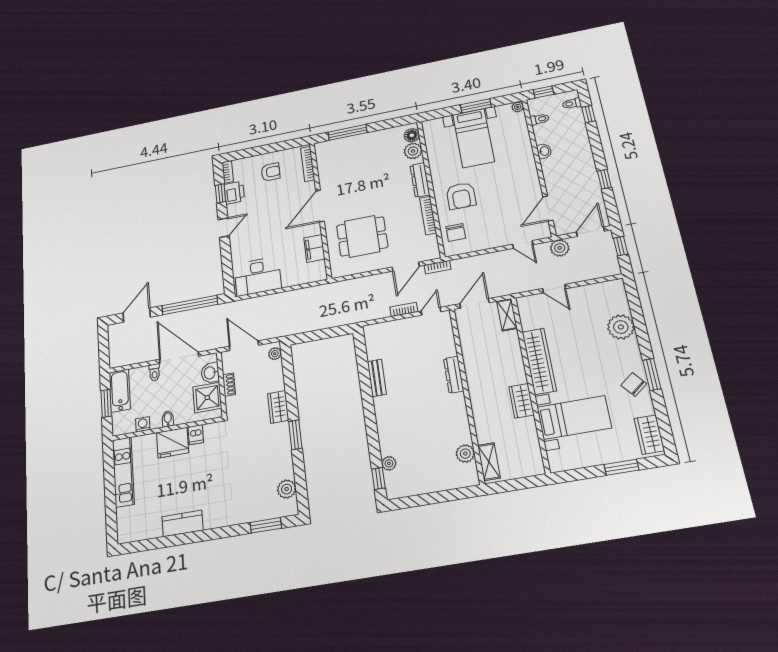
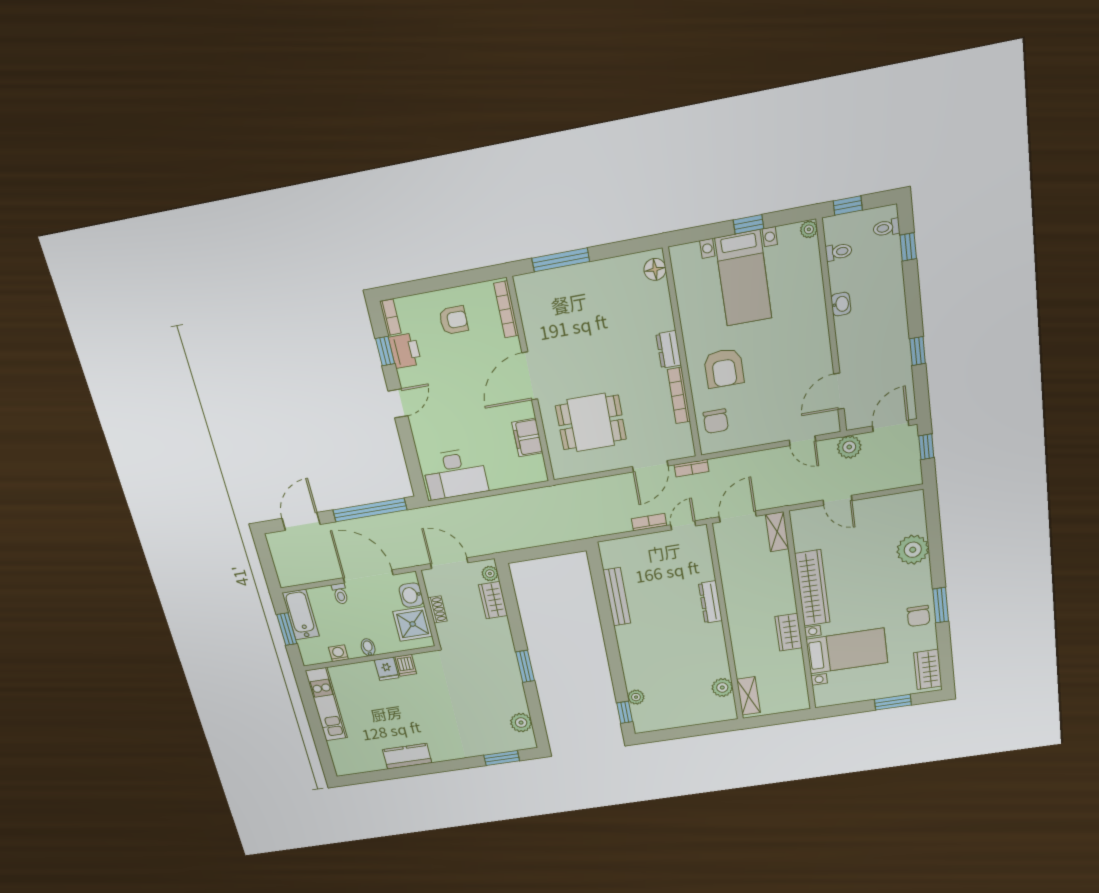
window: (476, 106) -> (748, 224), width x0.67
plant: (413, 151) -> (657, 295), removed
dresser: (420, 180) -> (669, 349), width x0.70
bench: (377, 378) -> (617, 597), width x1.36
chair: (634, 384) -> (918, 616), turned -141
wardrobe: (278, 407) -> (493, 600), moved
fridge: (173, 443) -> (387, 669), width x0.53, depth x0.75

